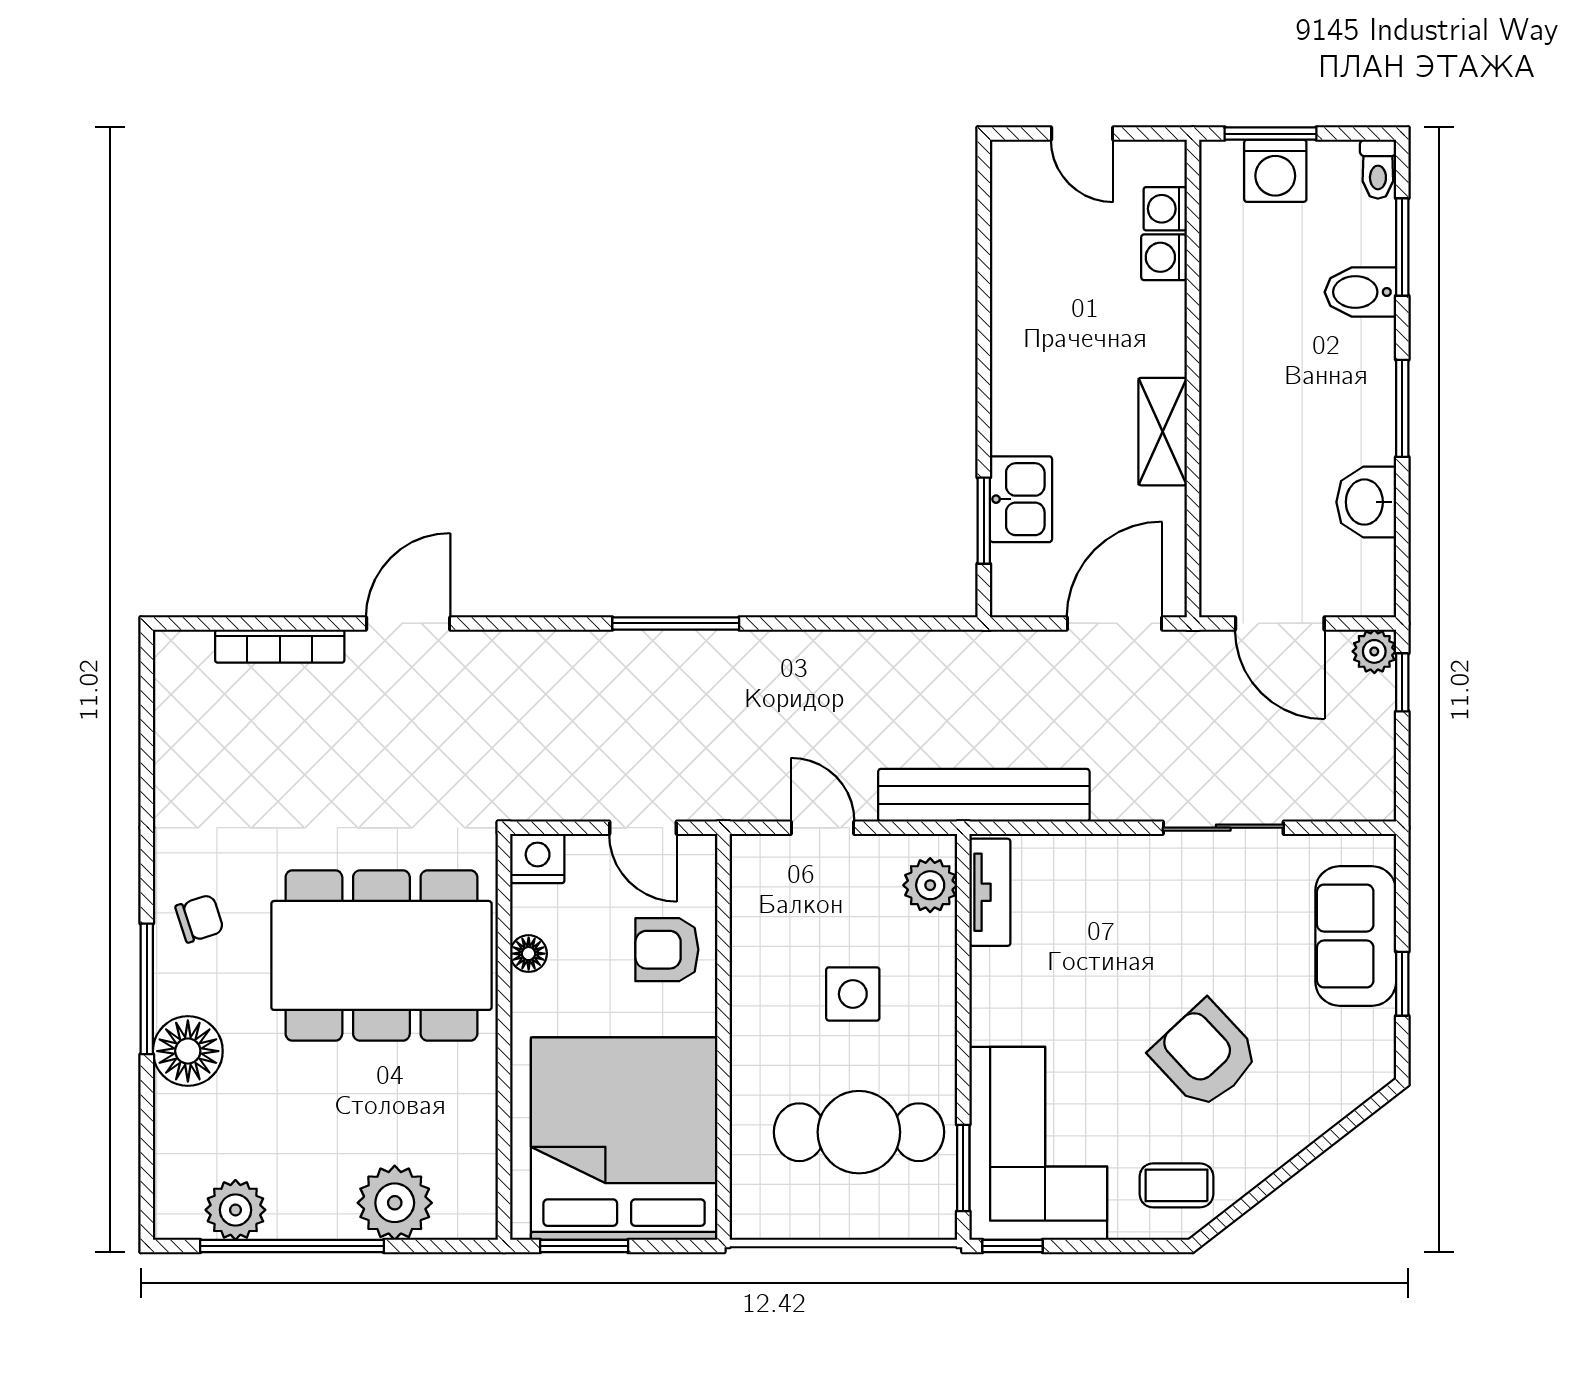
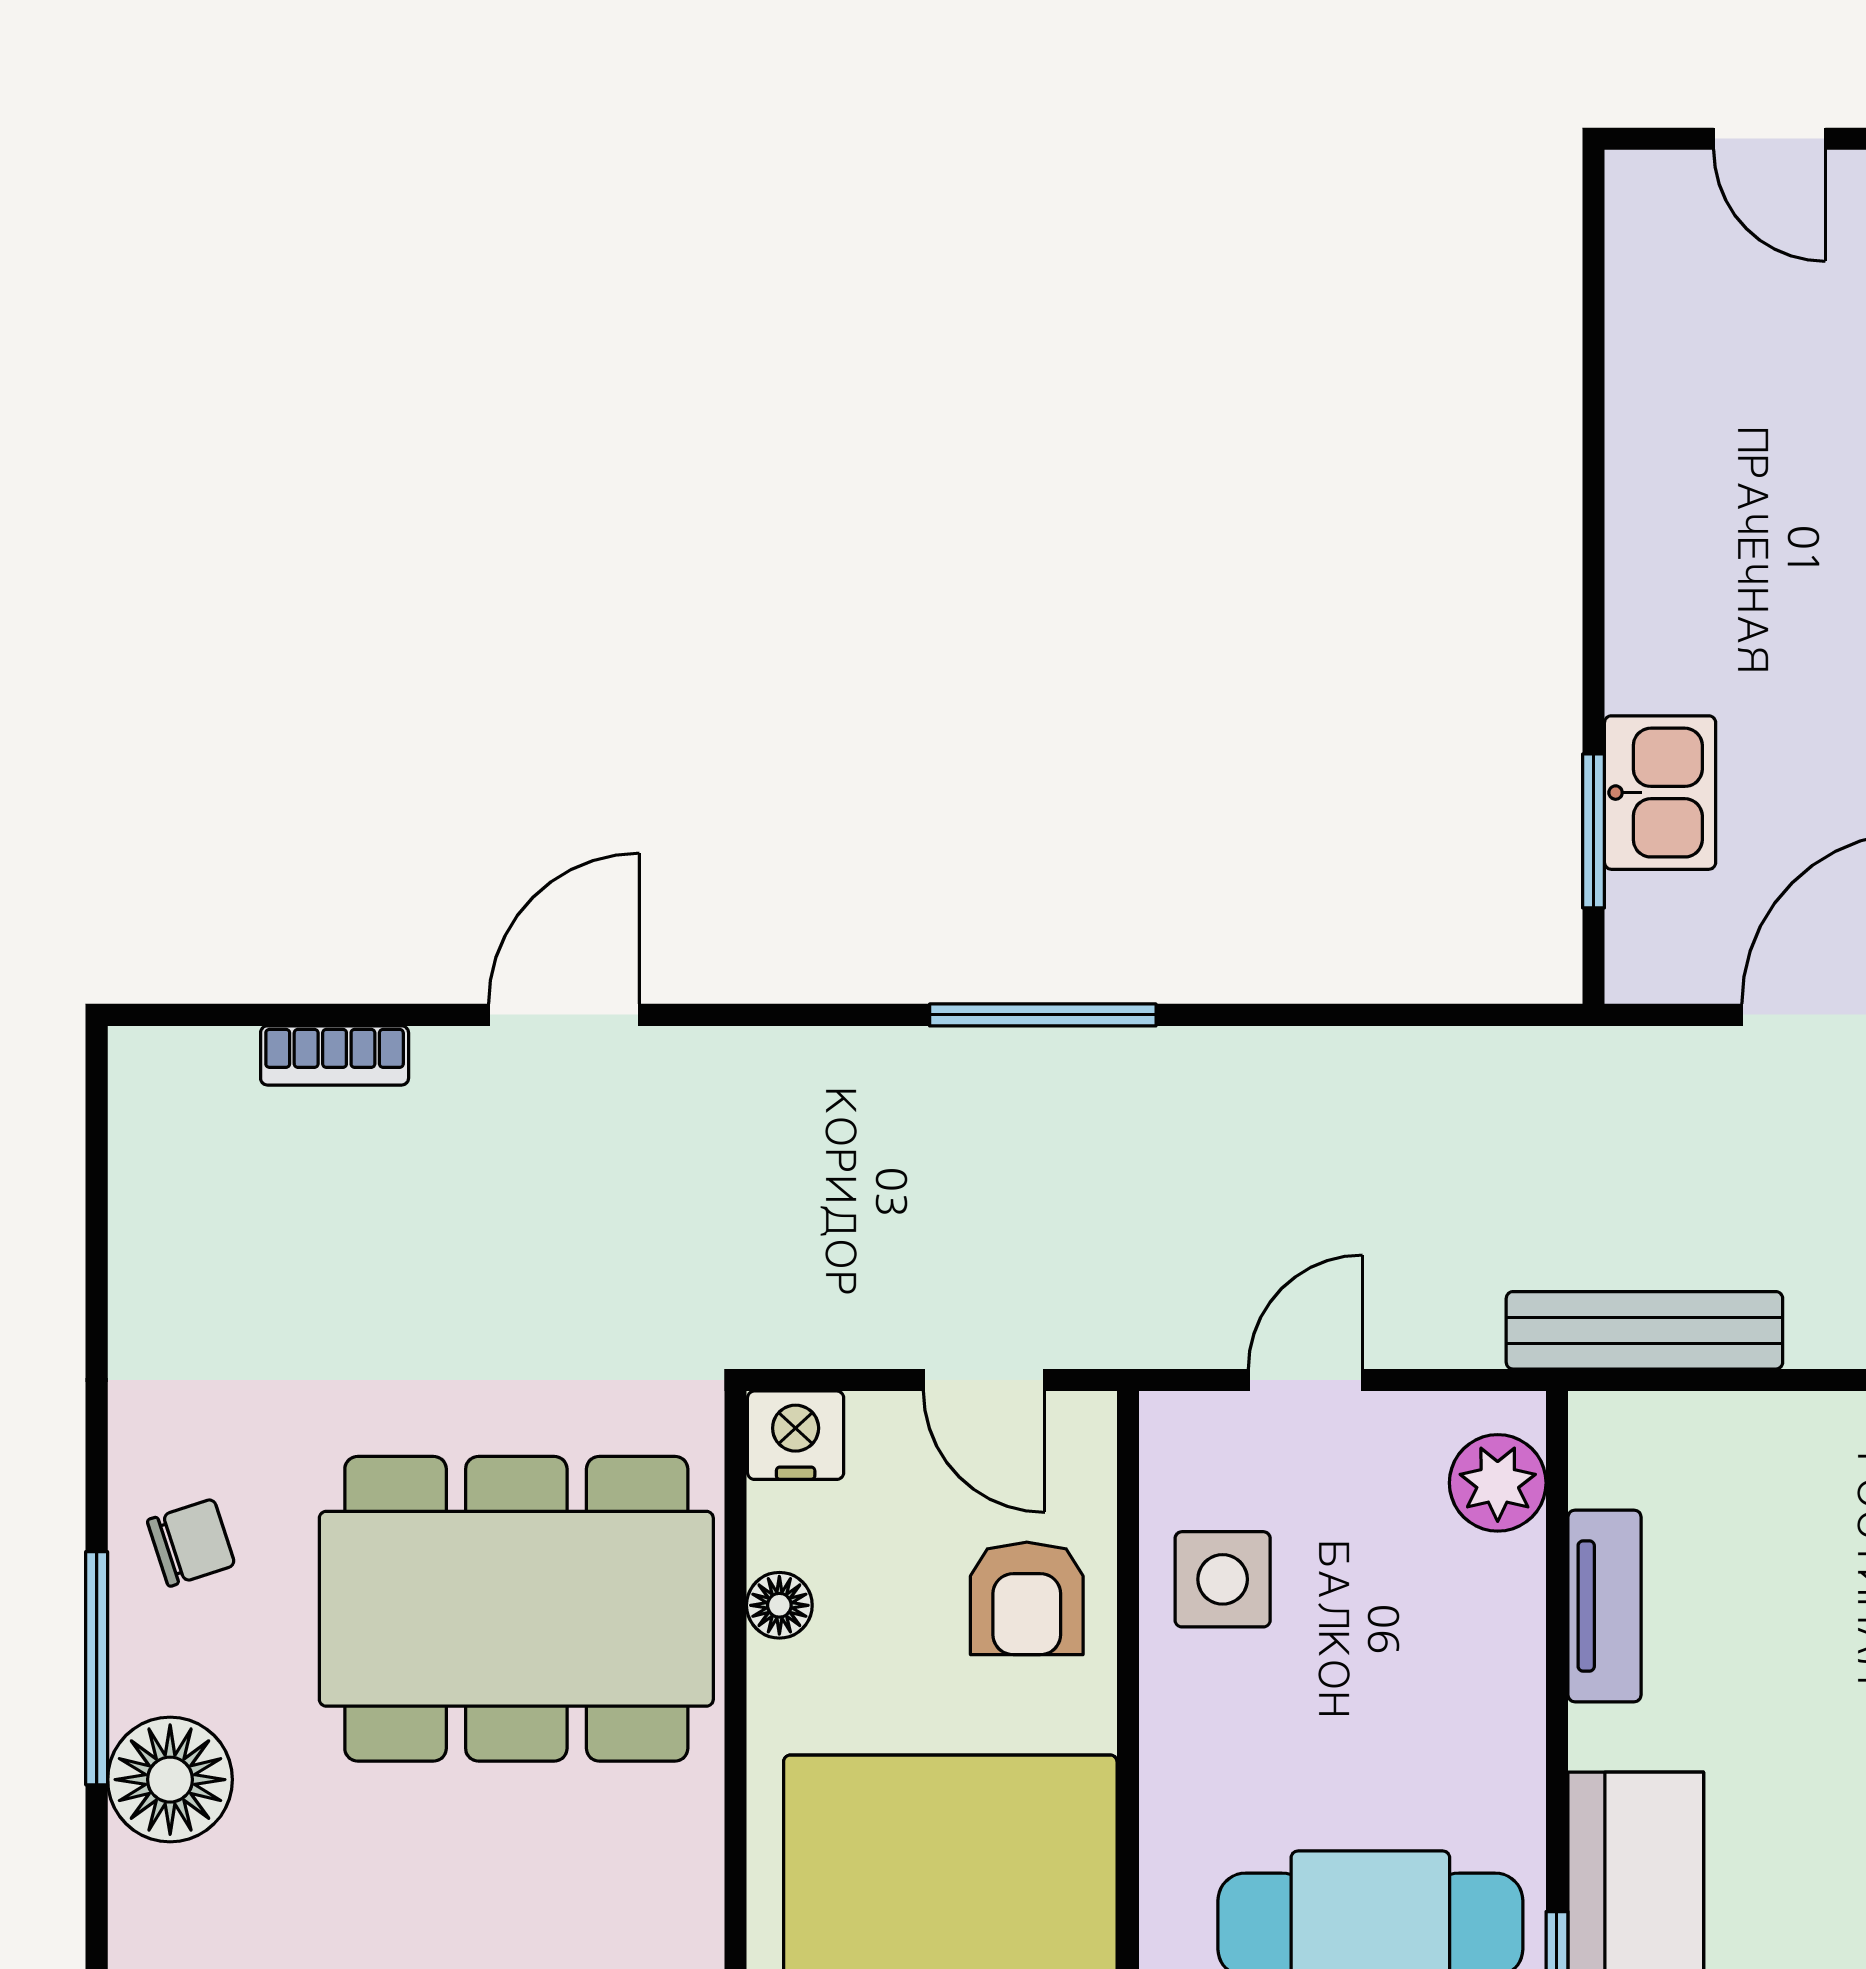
bookcase: (280, 646) -> (335, 1055), width x0.64
bench: (984, 795) -> (1644, 1330), width x0.73, depth x0.82
door: (823, 828) -> (1305, 1380), hinge flipped
tv unit: (990, 892) -> (1605, 1606), moved
armchair: (667, 950) -> (1027, 1598), turned -90
side table: (853, 994) -> (1223, 1579), moved

